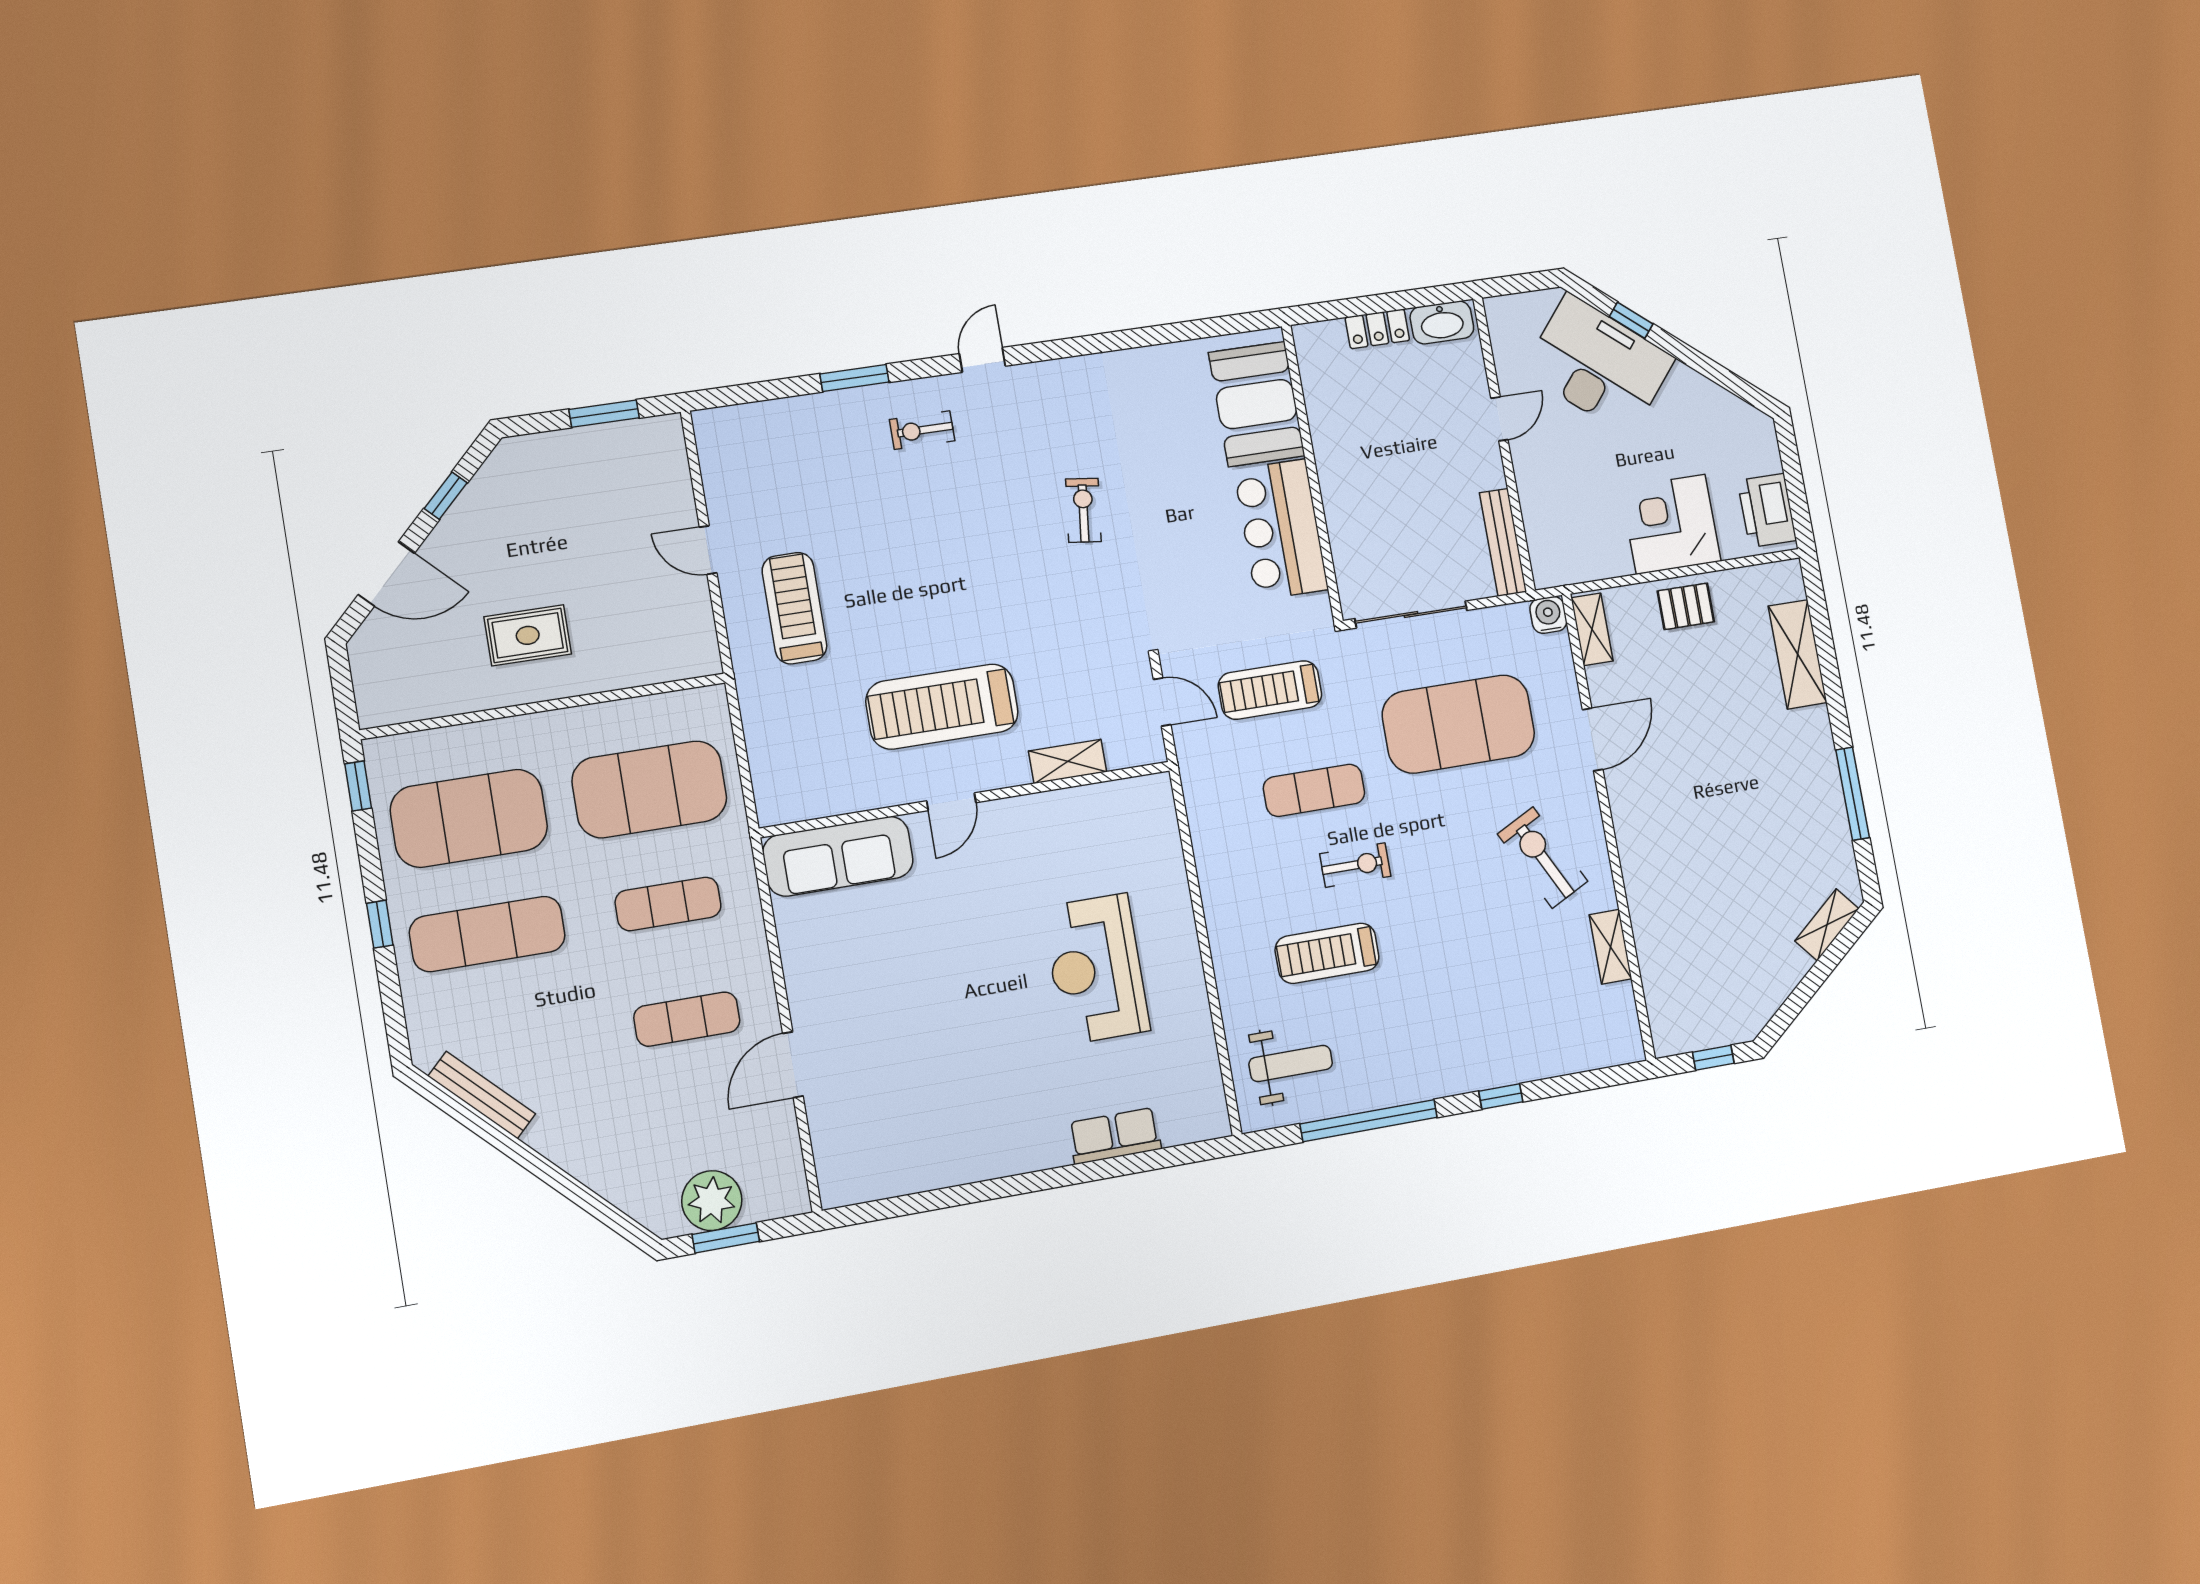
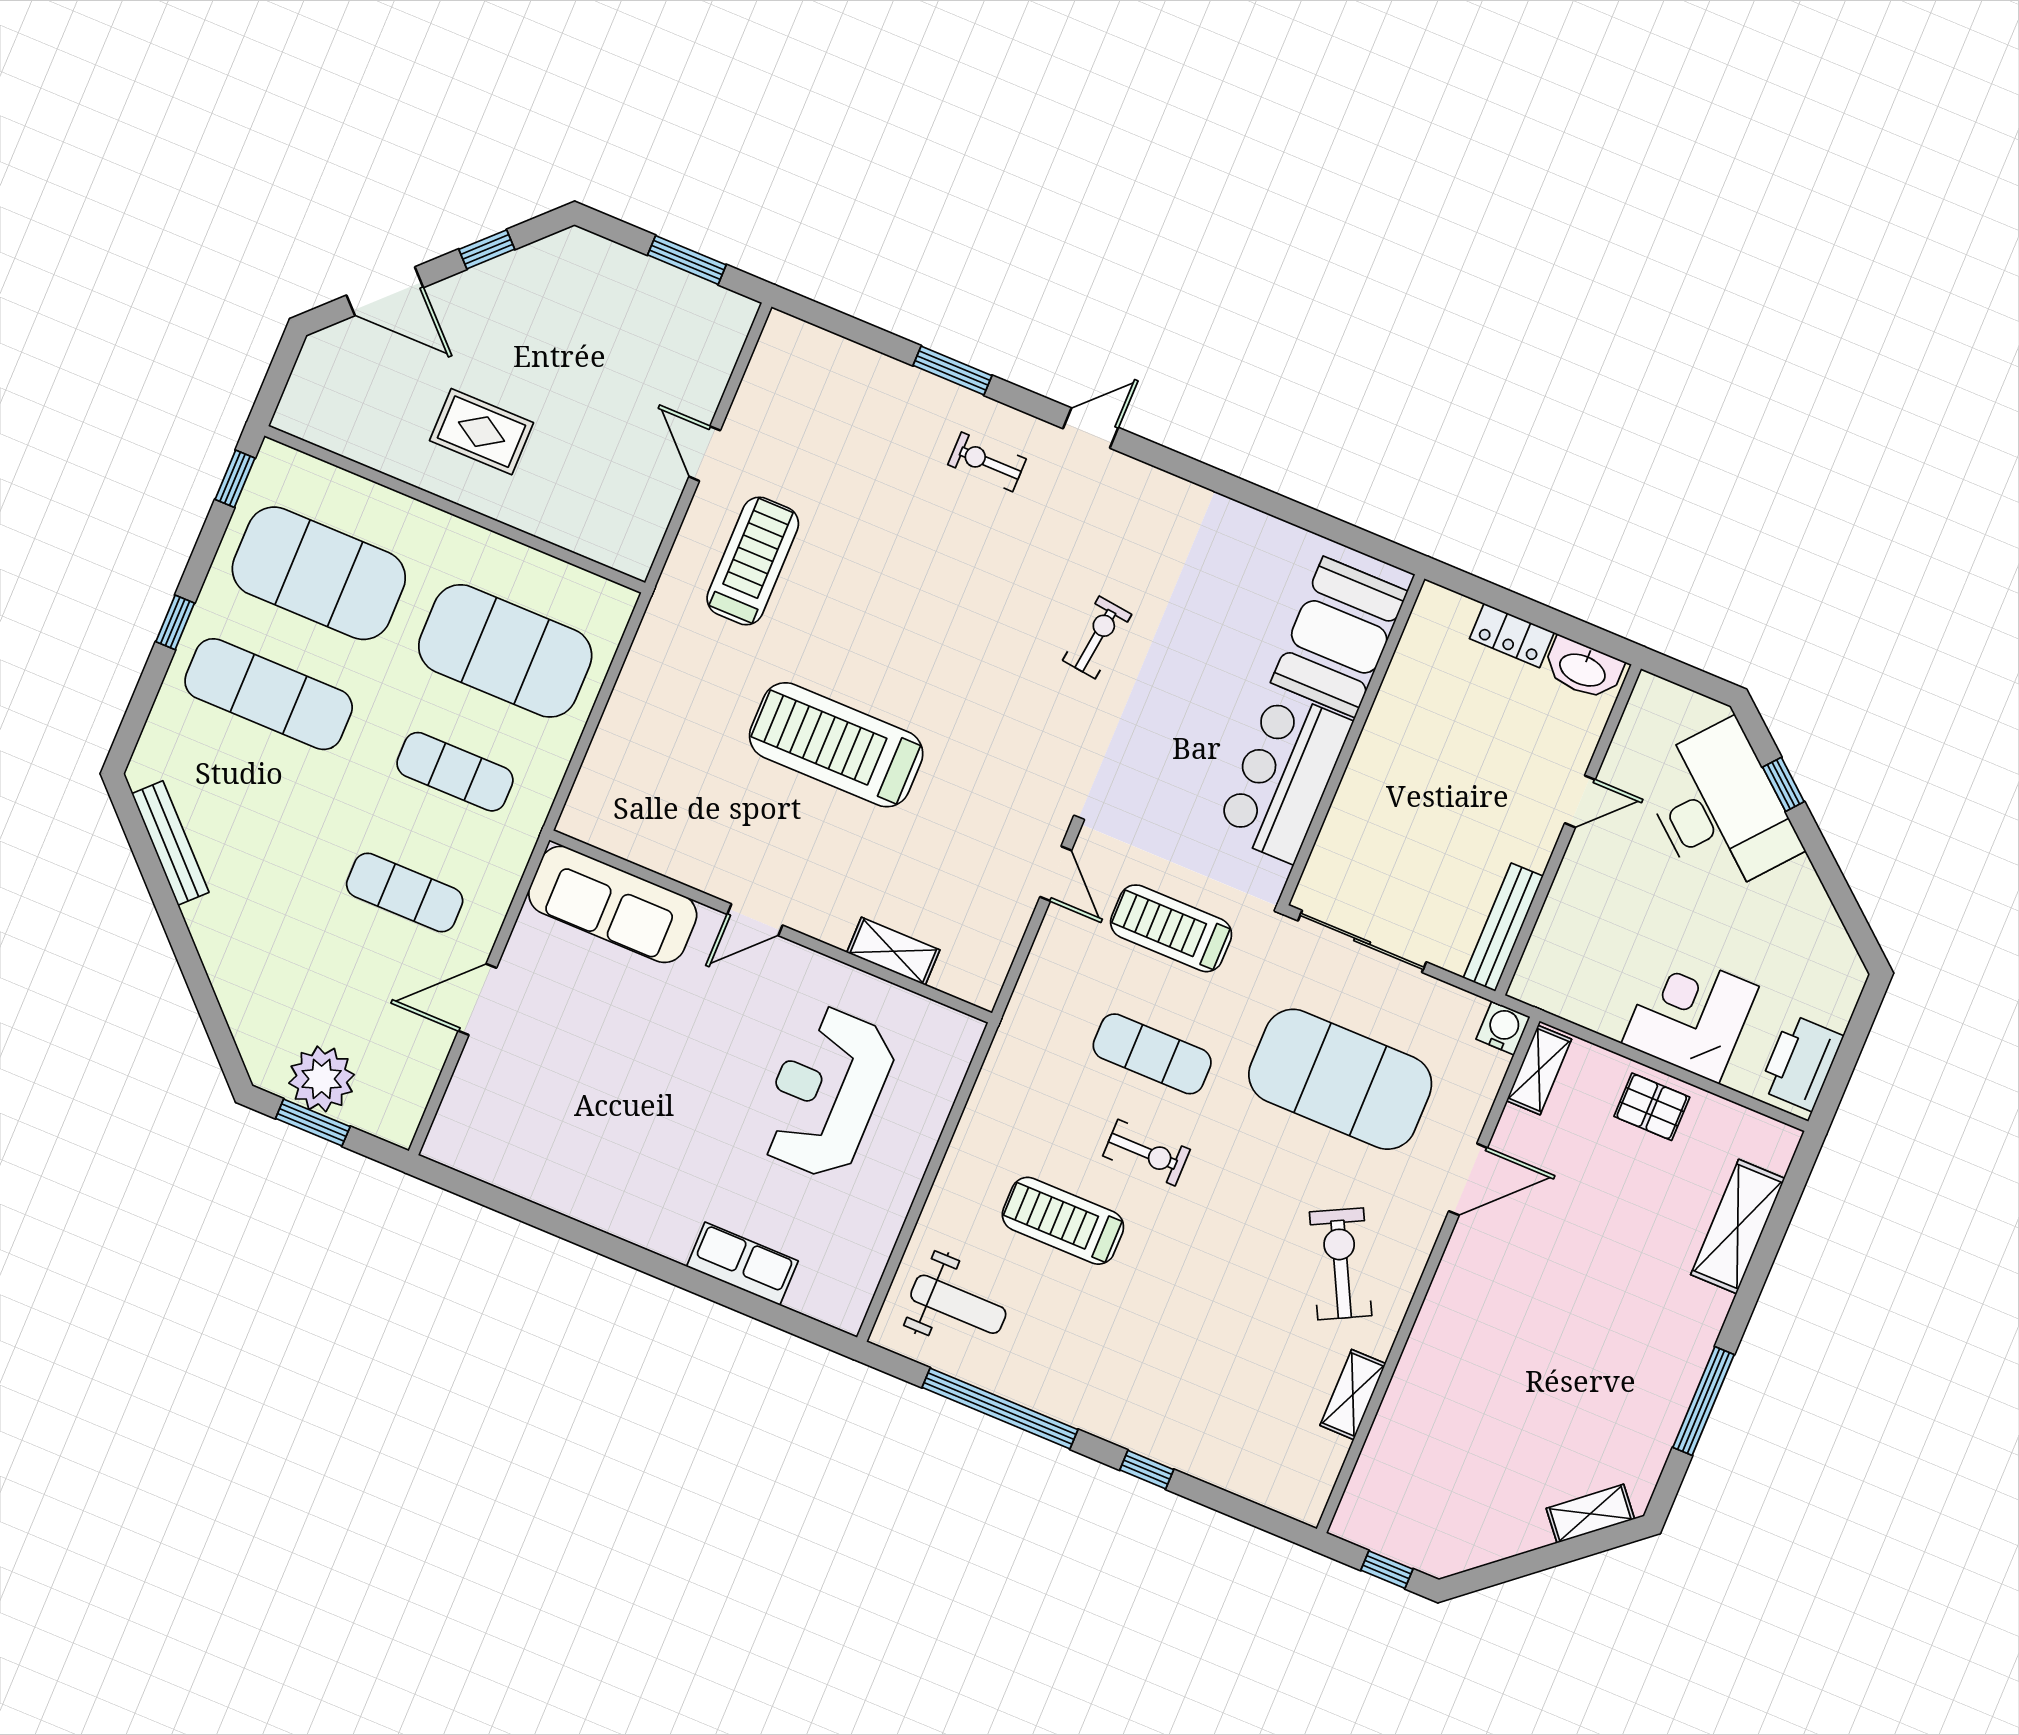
shelving: (1068, 761) -> (893, 951), moved
wall: (966, 799) -> (771, 926), moved
door: (951, 802) -> (755, 920), moved
sofa: (838, 856) -> (613, 904), moved

